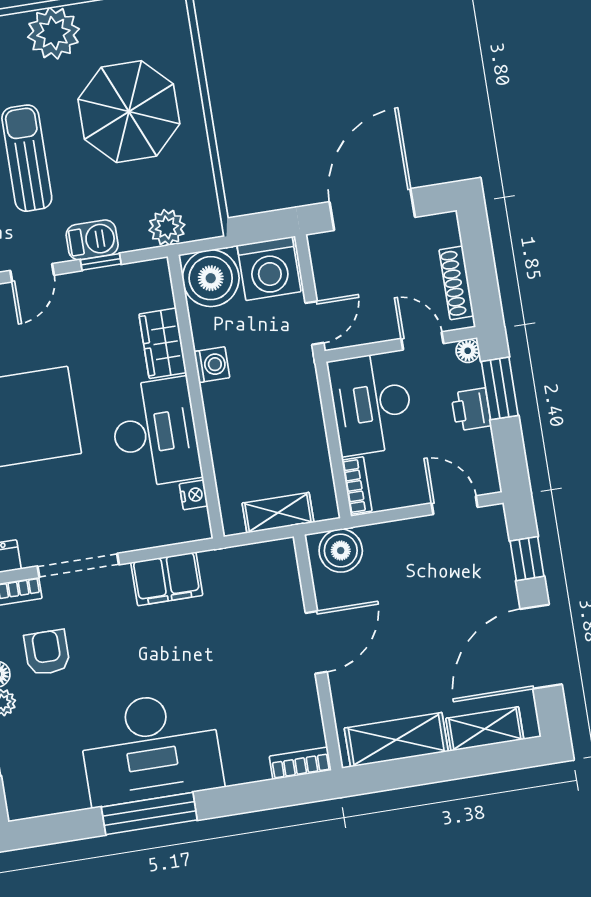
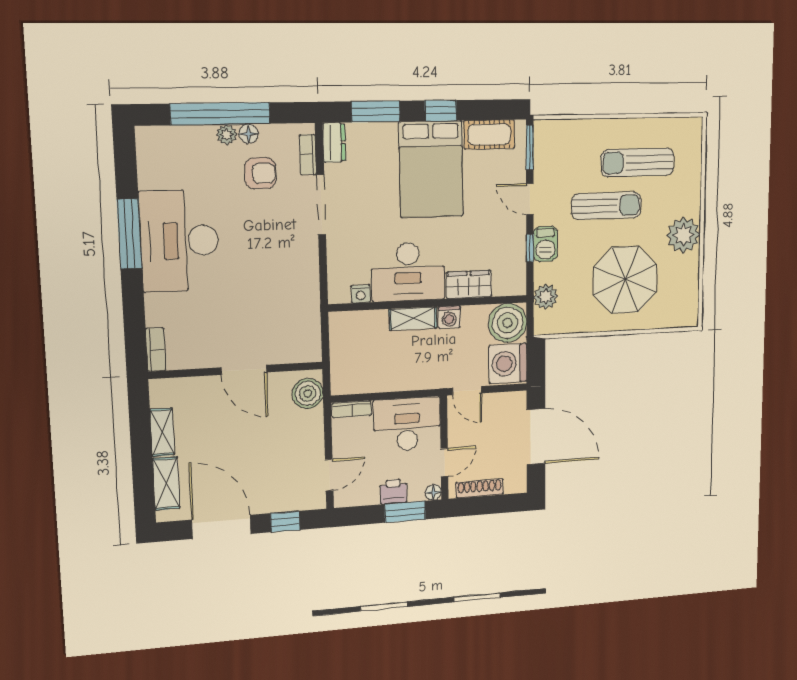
shelving: (278, 513) -> (413, 319), moved, turned 90
filing cabinet: (167, 579) -> (303, 268), removed
shelving: (396, 740) -> (162, 432), width x0.67, depth x0.75

